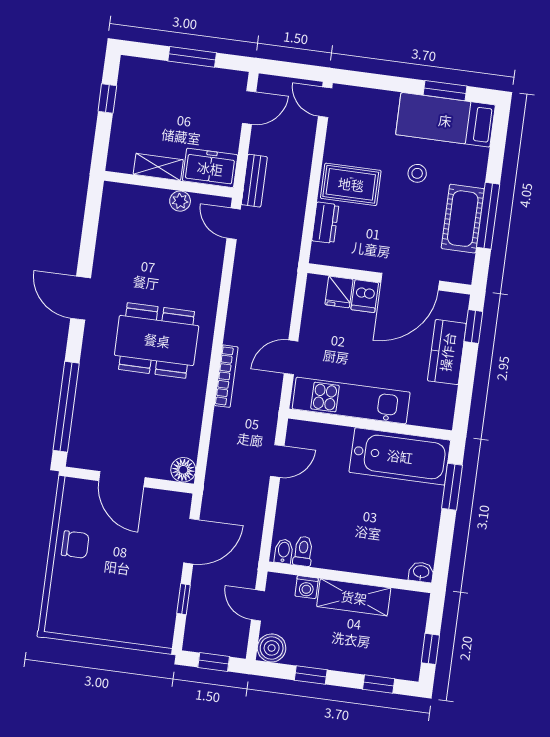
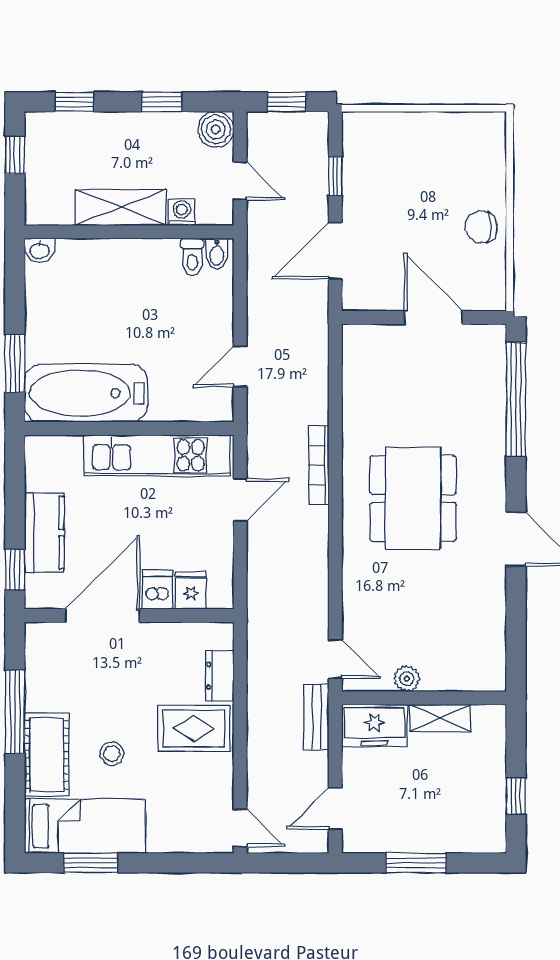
cot: (463, 219) -> (47, 755), moved
dining table: (157, 340) -> (413, 498), turned 90
floor lamp: (183, 470) -> (357, 340), removed

